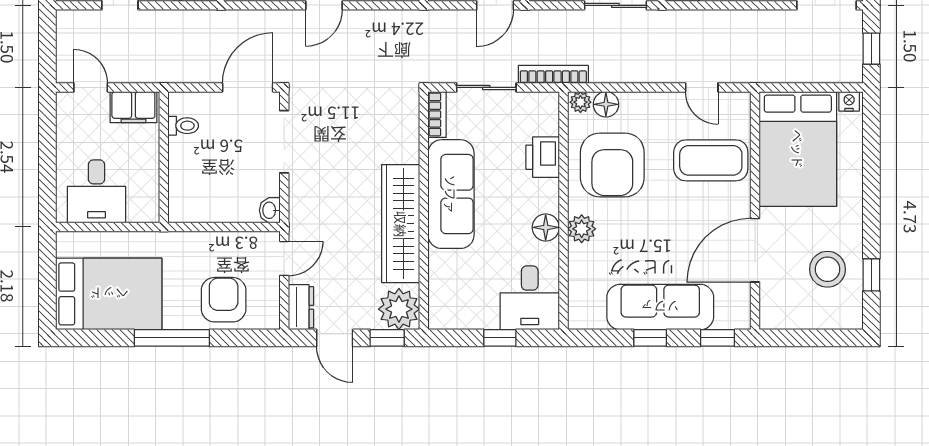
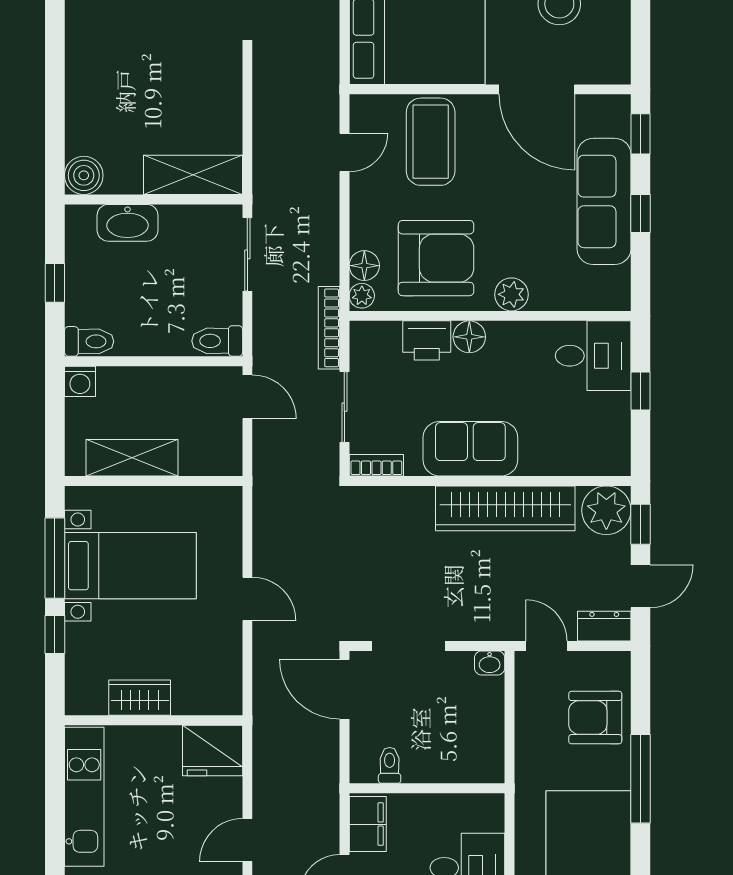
sofa: (451, 194) -> (470, 449), width x0.73
floor lamp: (546, 227) -> (469, 337), moved

